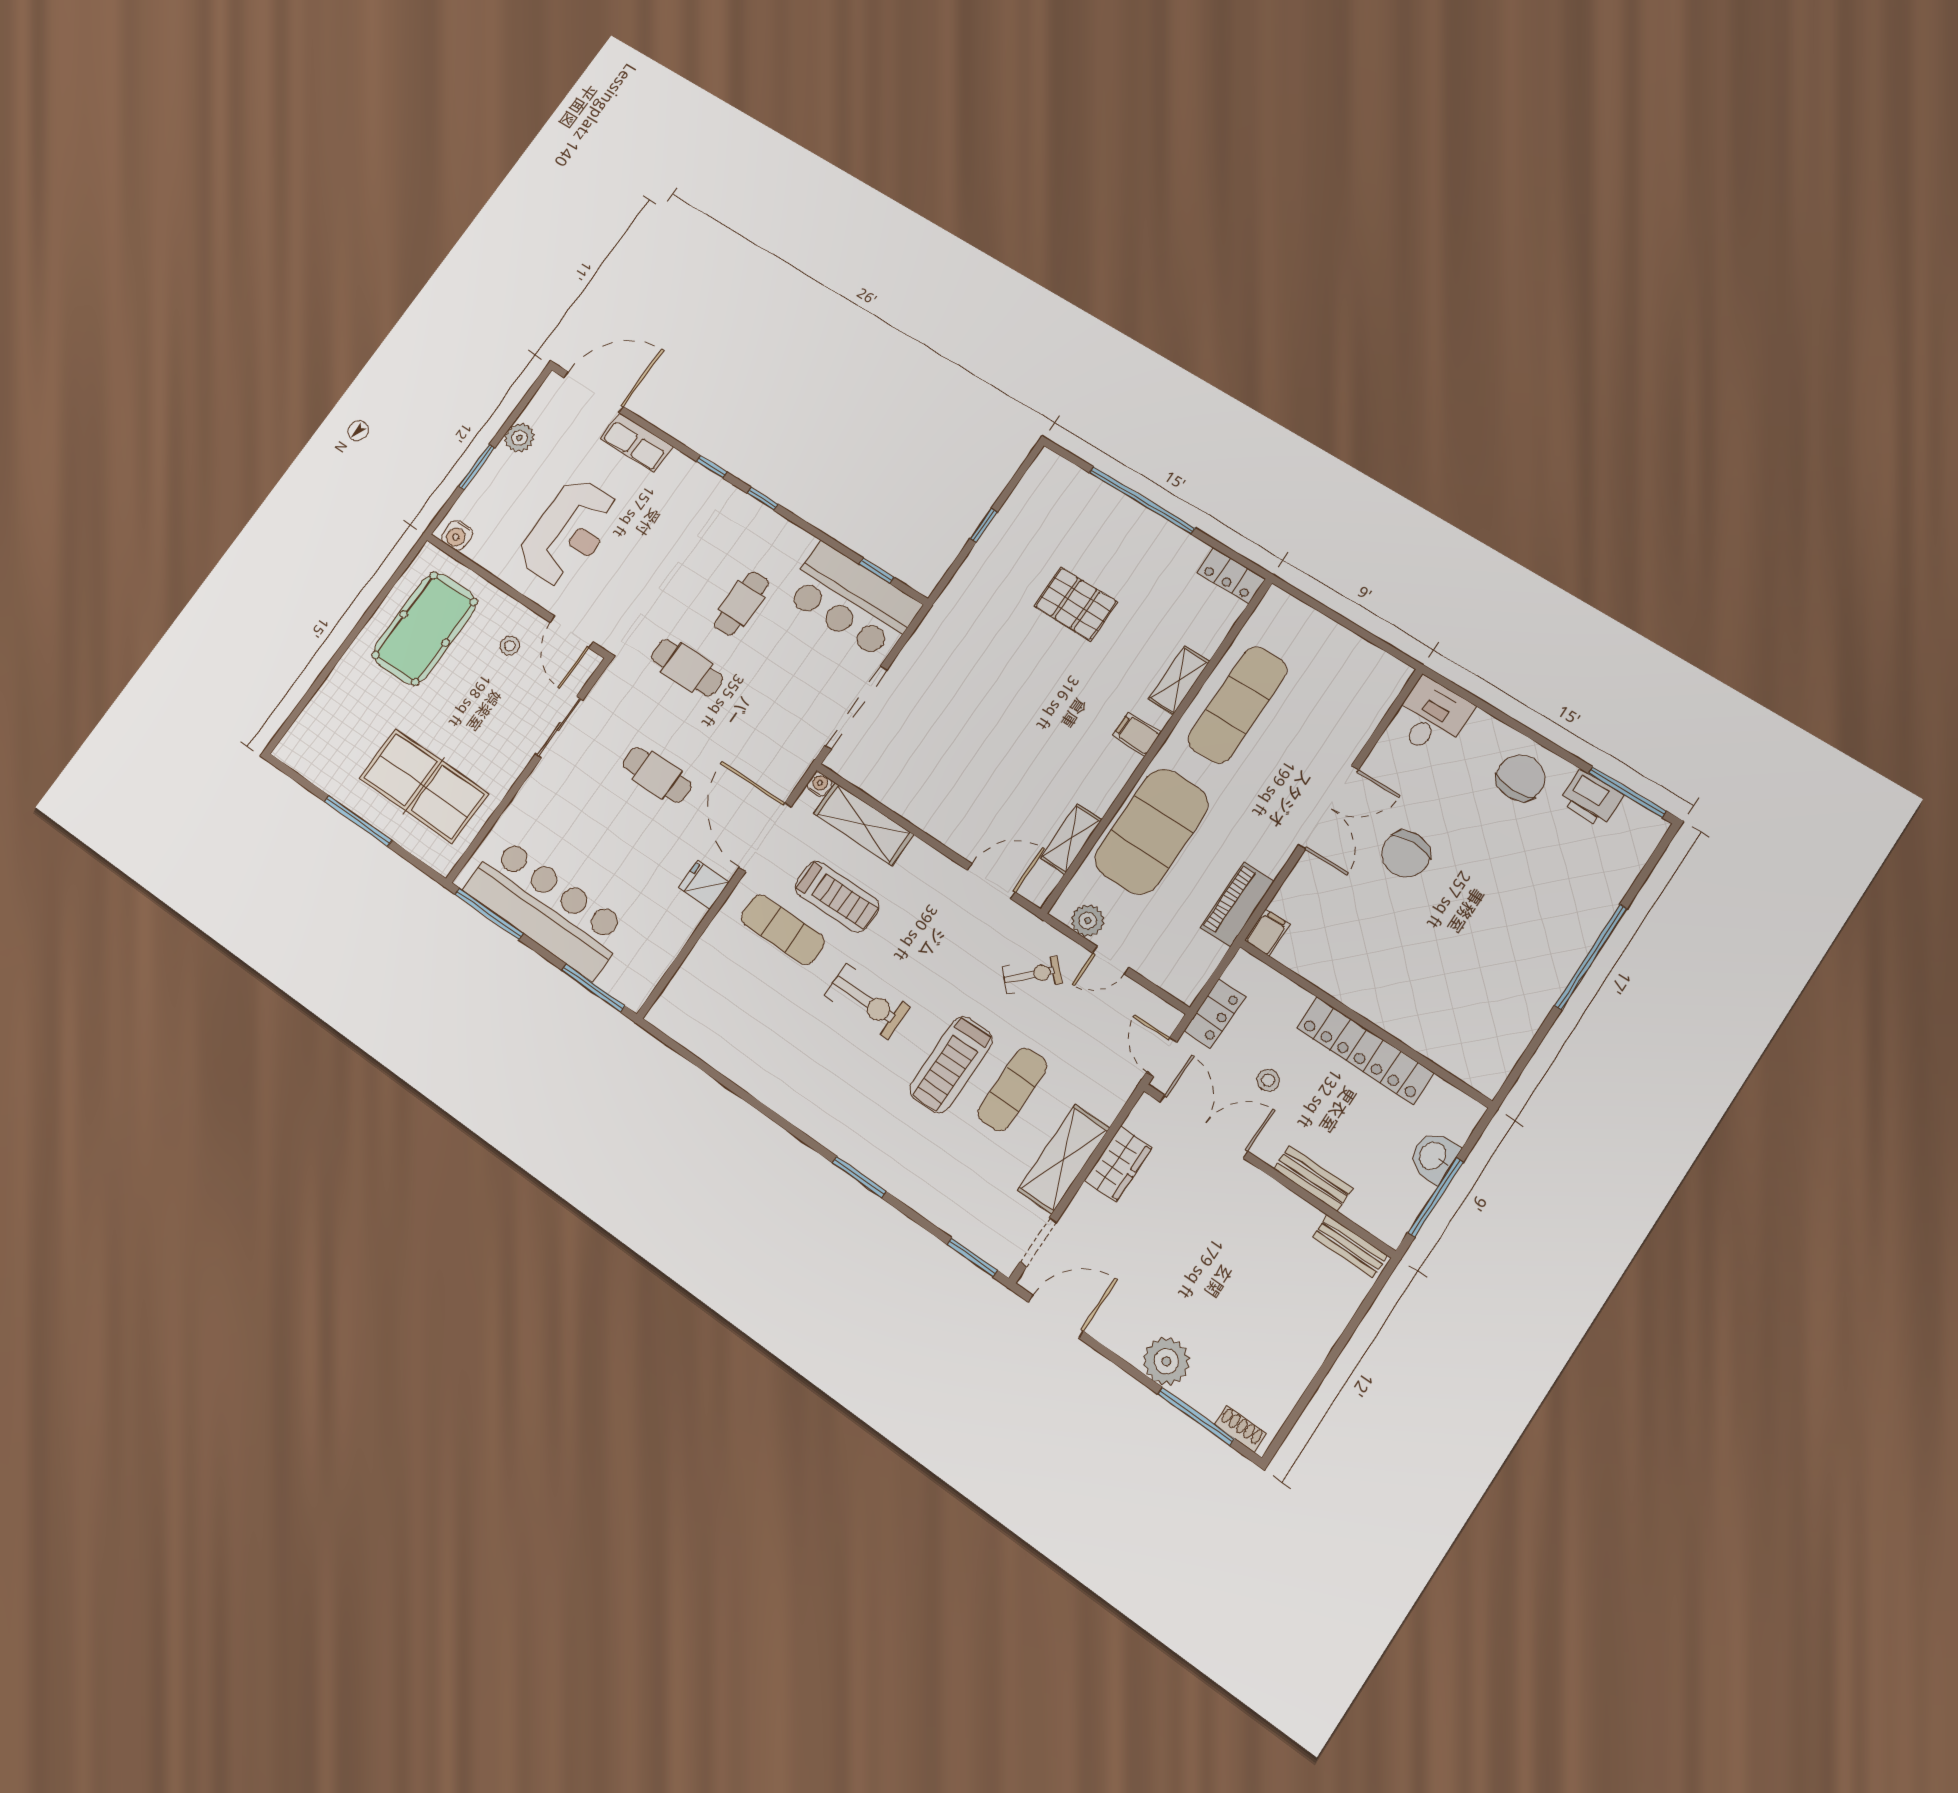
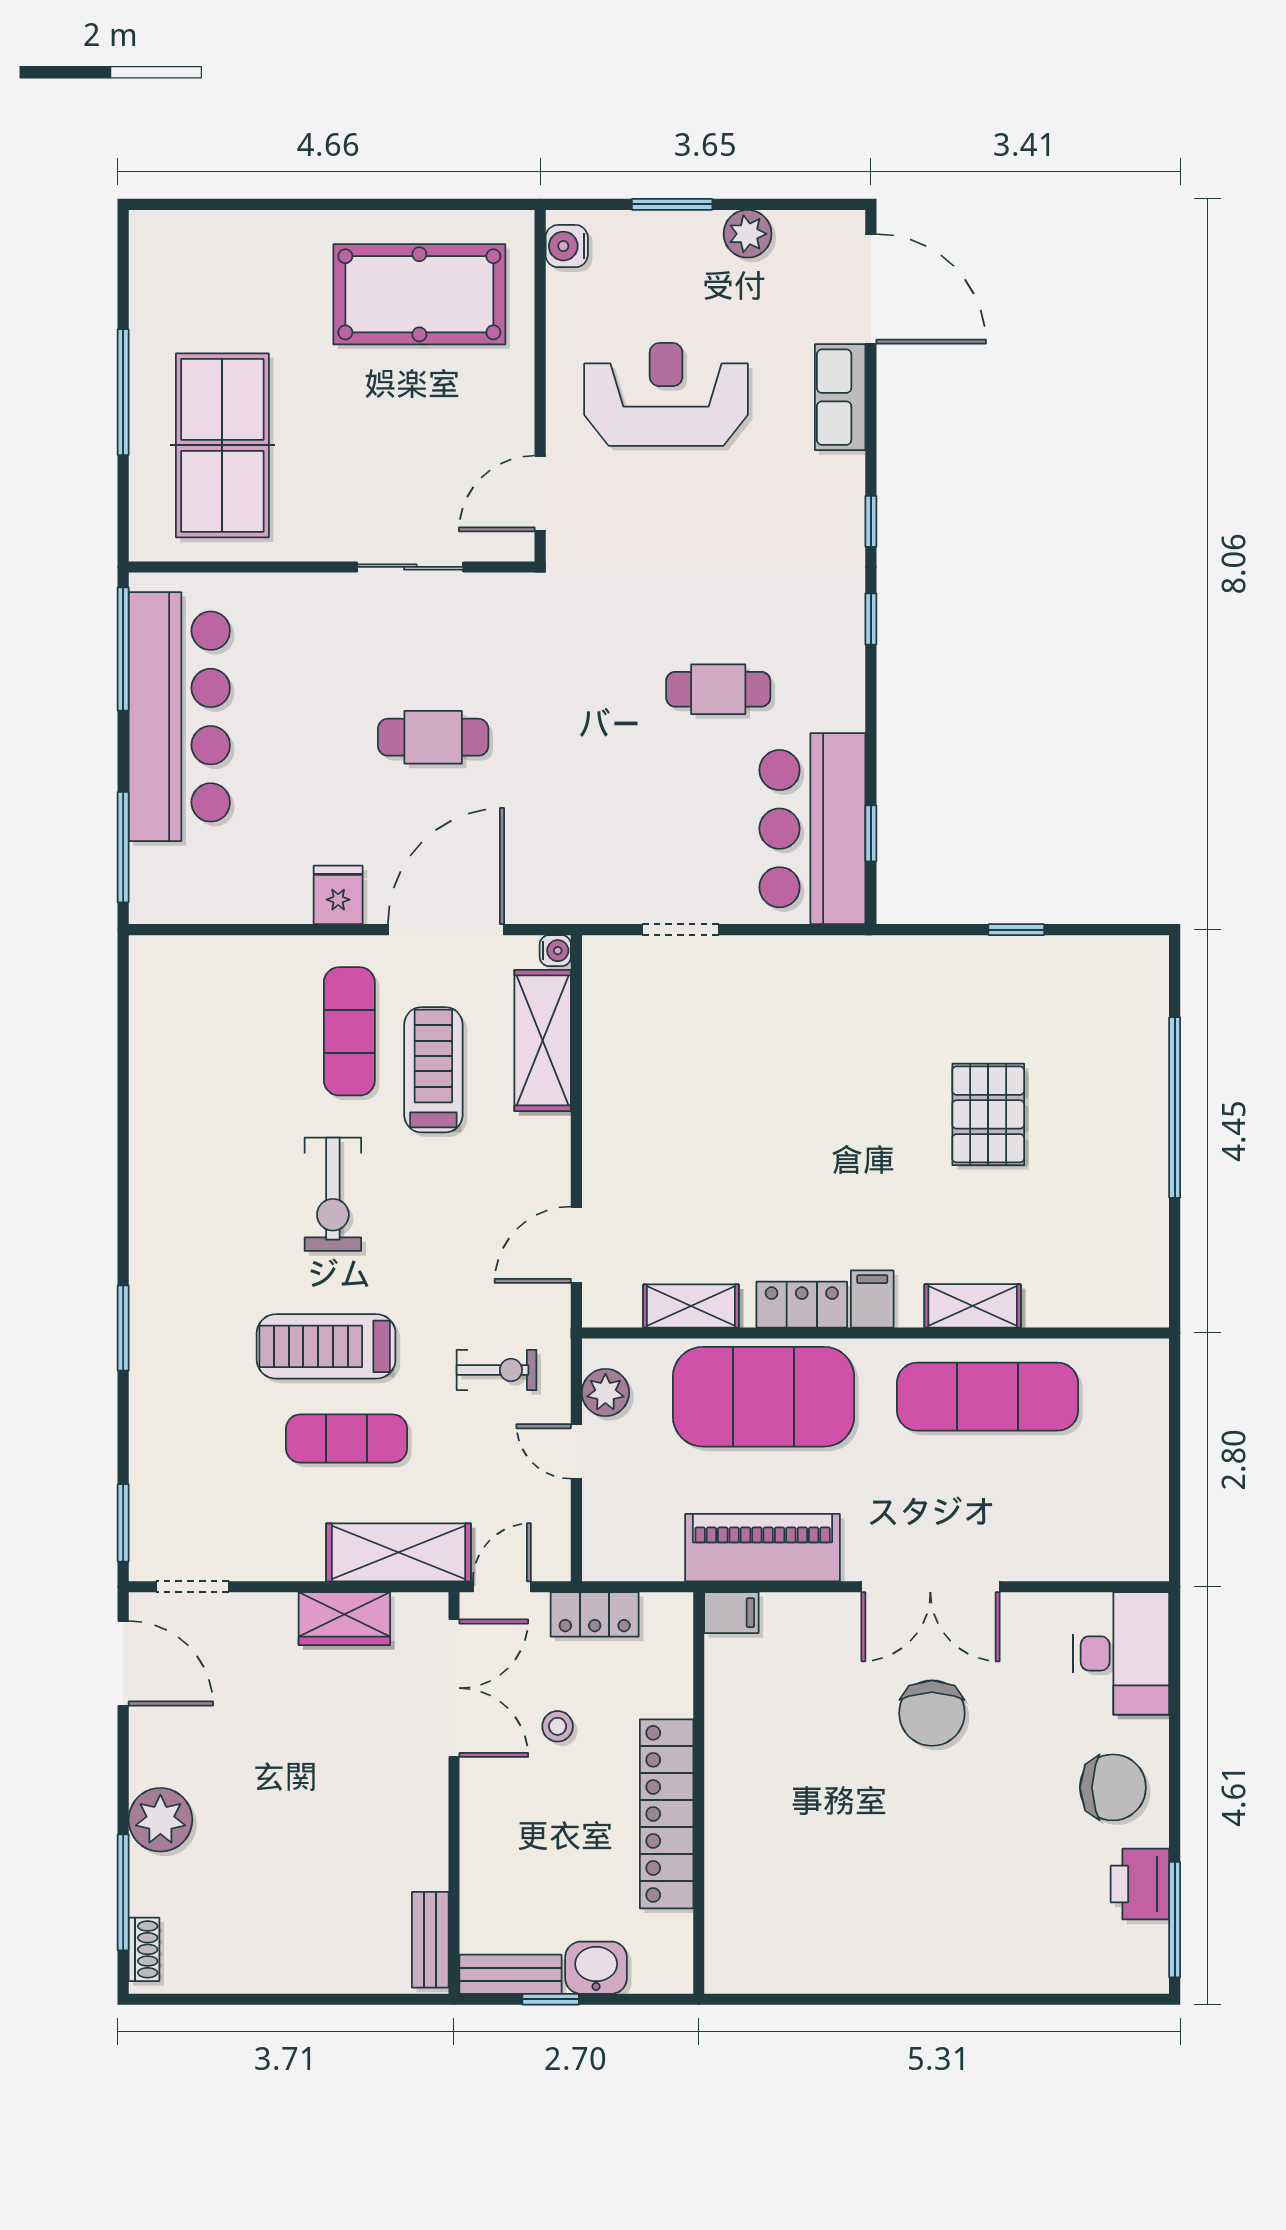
reception desk: (569, 532) -> (666, 394), turned 180
locker: (1231, 576) -> (802, 1305), moved, turned 90
stool: (510, 646) -> (470, 425), removed
cafe table: (687, 668) -> (592, 678), removed
doorway: (856, 708) -> (680, 930), width x0.53
desk: (1431, 717) -> (1121, 1653), width x1.37
cafe table: (657, 775) -> (433, 737), turned 90
chair: (1406, 854) -> (932, 1713), turned -90
door: (991, 881) -> (576, 1245), swing flipped
treadmill: (837, 896) -> (433, 1070), turned 180
piano: (1237, 904) -> (763, 1548), width x1.37, depth x1.33
window: (1591, 957) -> (948, 1999), removed
exercise bike: (1032, 975) -> (497, 1370), turned -45
shelving: (1064, 1159) -> (399, 1552), moved
bench: (1313, 1179) -> (510, 1974), moved, turned 90
window: (1436, 1197) -> (551, 1999), width x0.46

